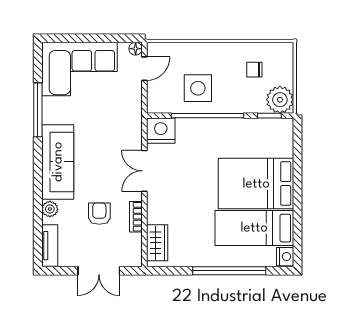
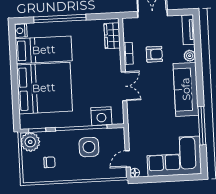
nightstand: (161, 131) -> (101, 116), moved
bed: (256, 184) -> (44, 88), width x1.36
armchair: (99, 214) -> (154, 54), turned -90

